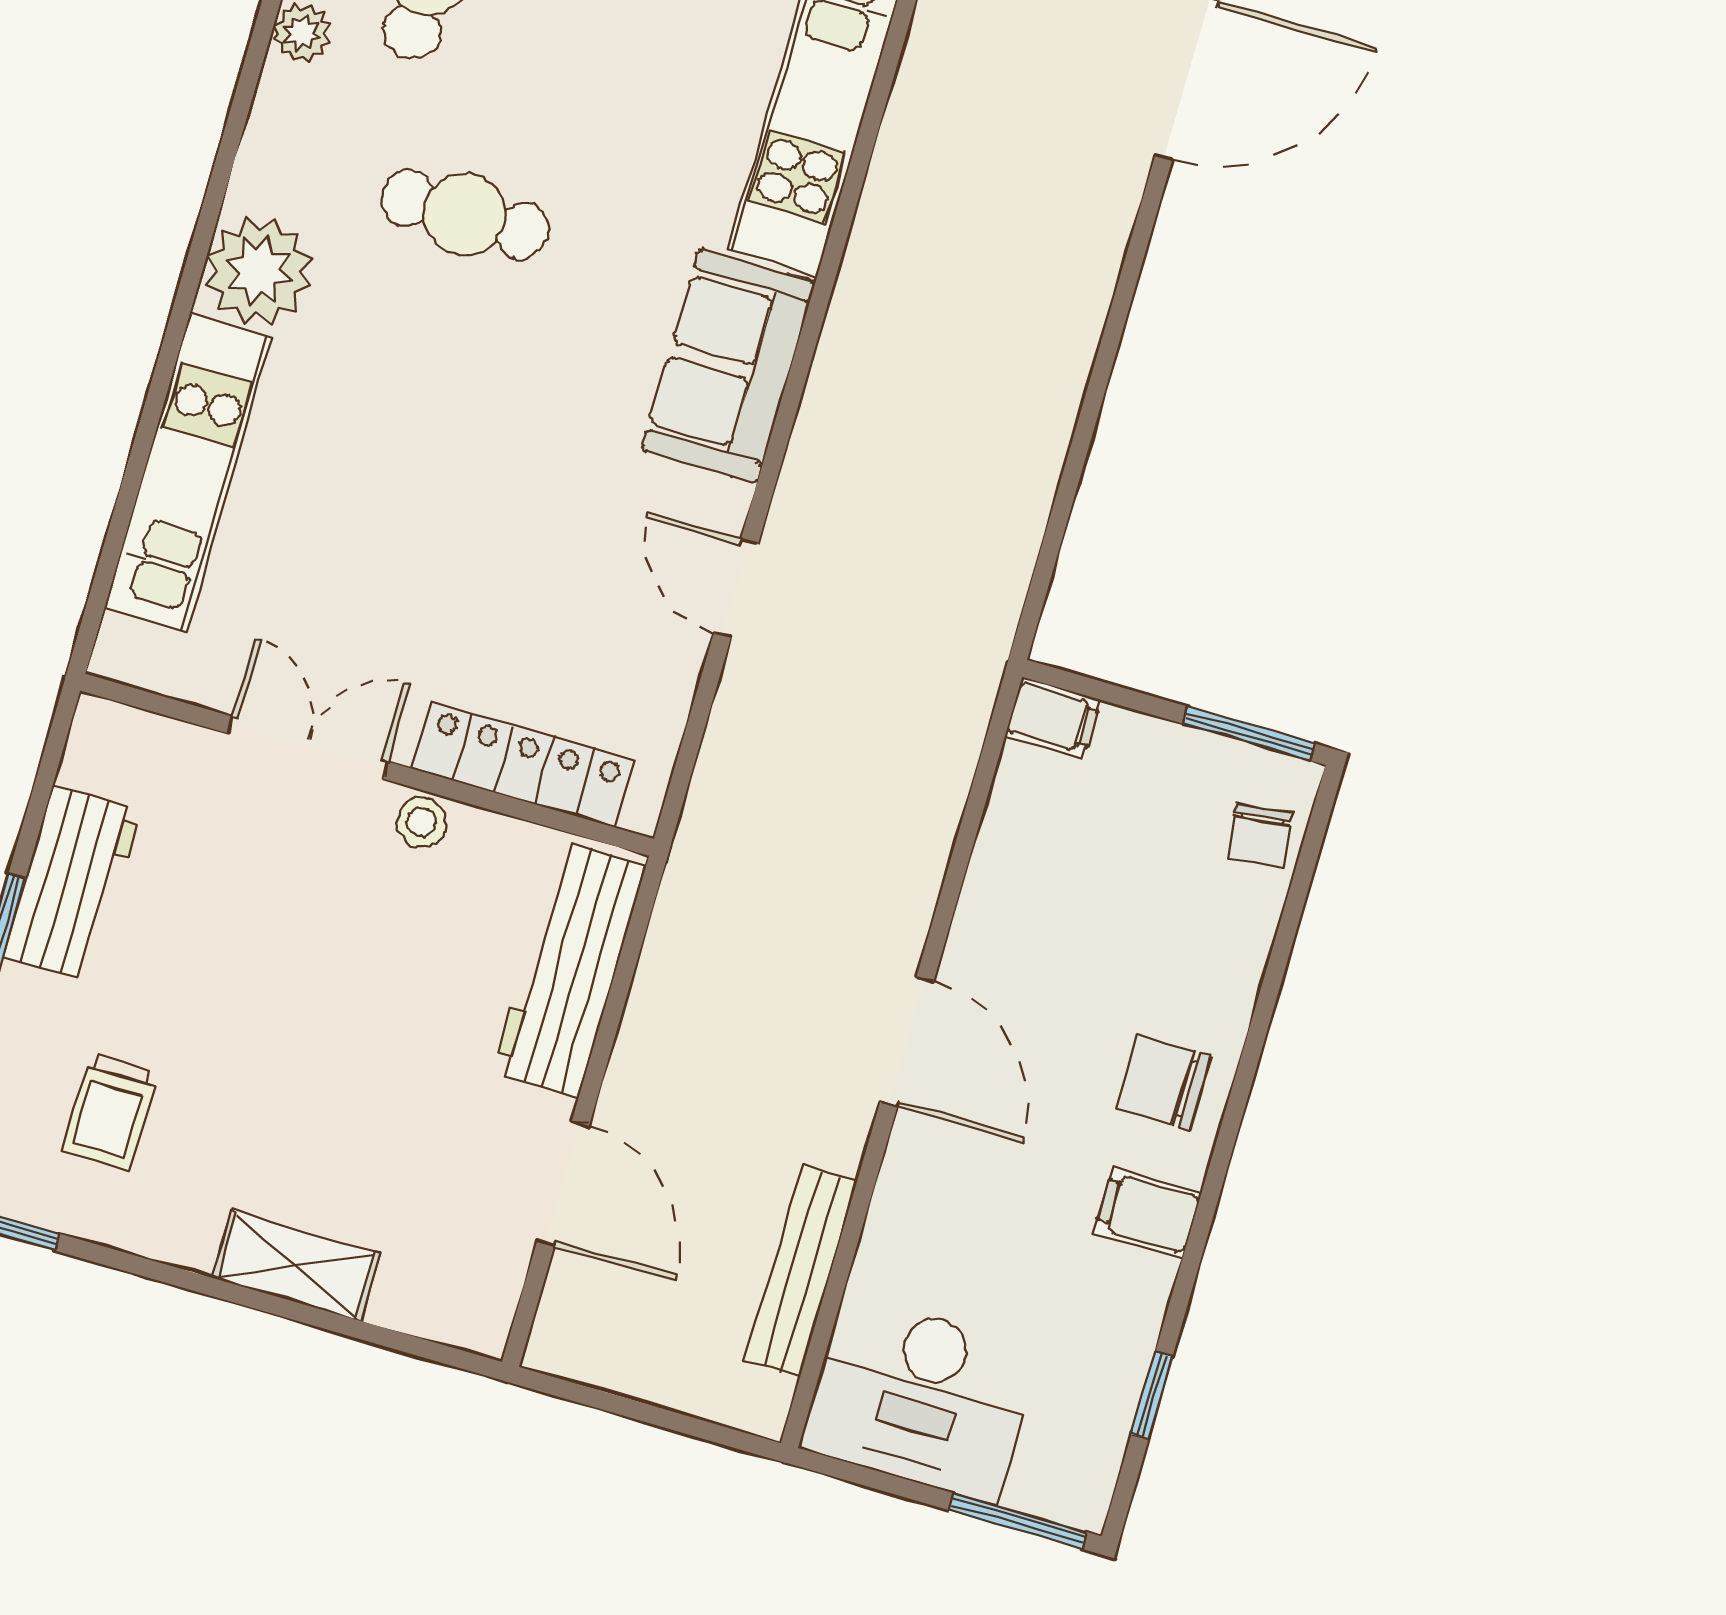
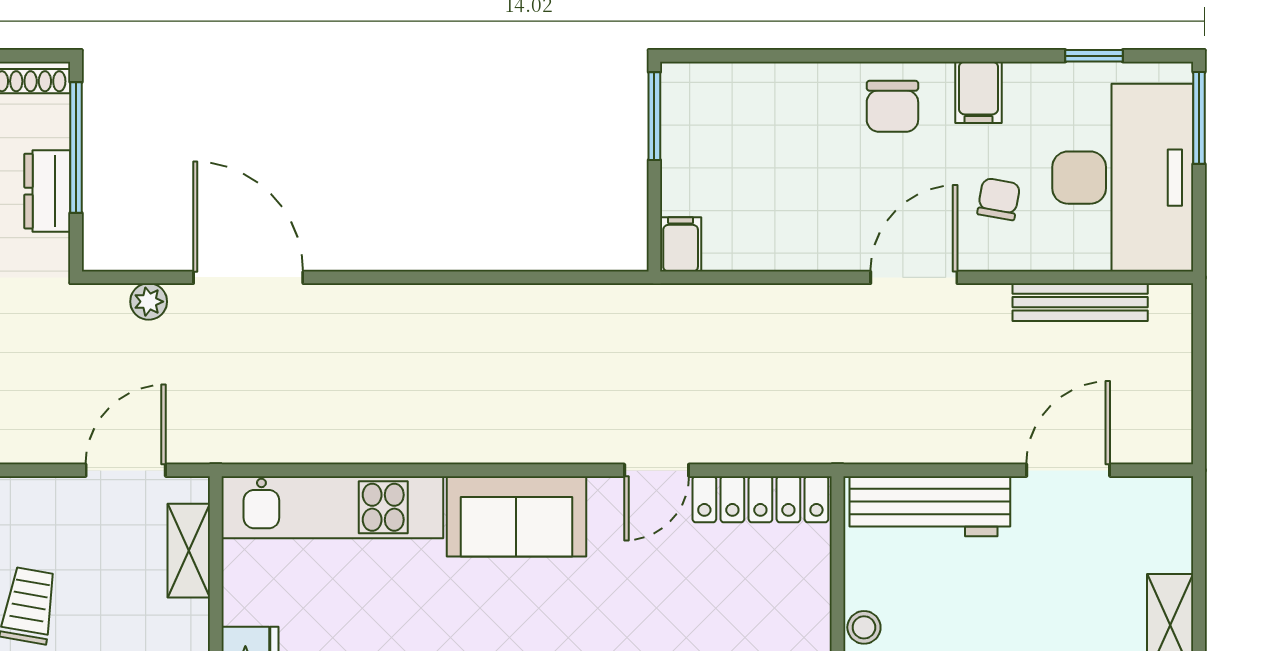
locker: (524, 765) -> (760, 499), moved, turned -90
chair: (1259, 836) -> (999, 199), moved, turned -73
desk: (920, 1399) -> (1123, 178), width x1.36, depth x1.30

